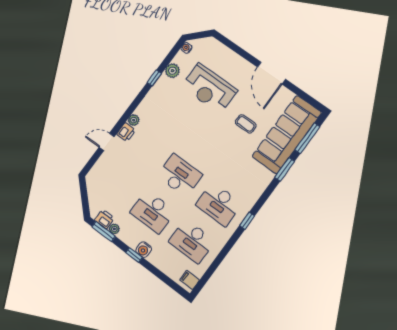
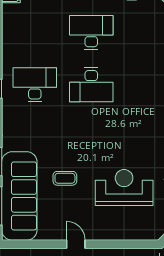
door: (271, 73) -> (76, 244), width x0.53
desk: (192, 241) -> (35, 33), removed

